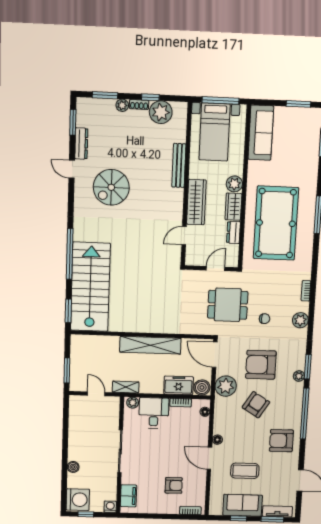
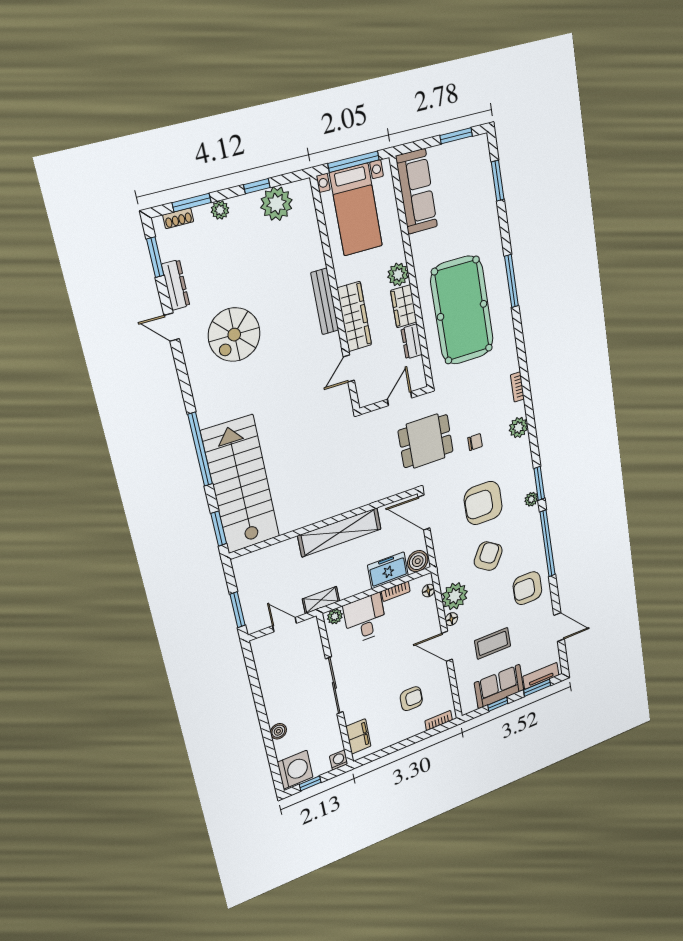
shoe rack: (139, 104) -> (178, 218), moved
bench: (179, 165) -> (325, 302), moved
plant: (226, 386) -> (455, 596), moved

